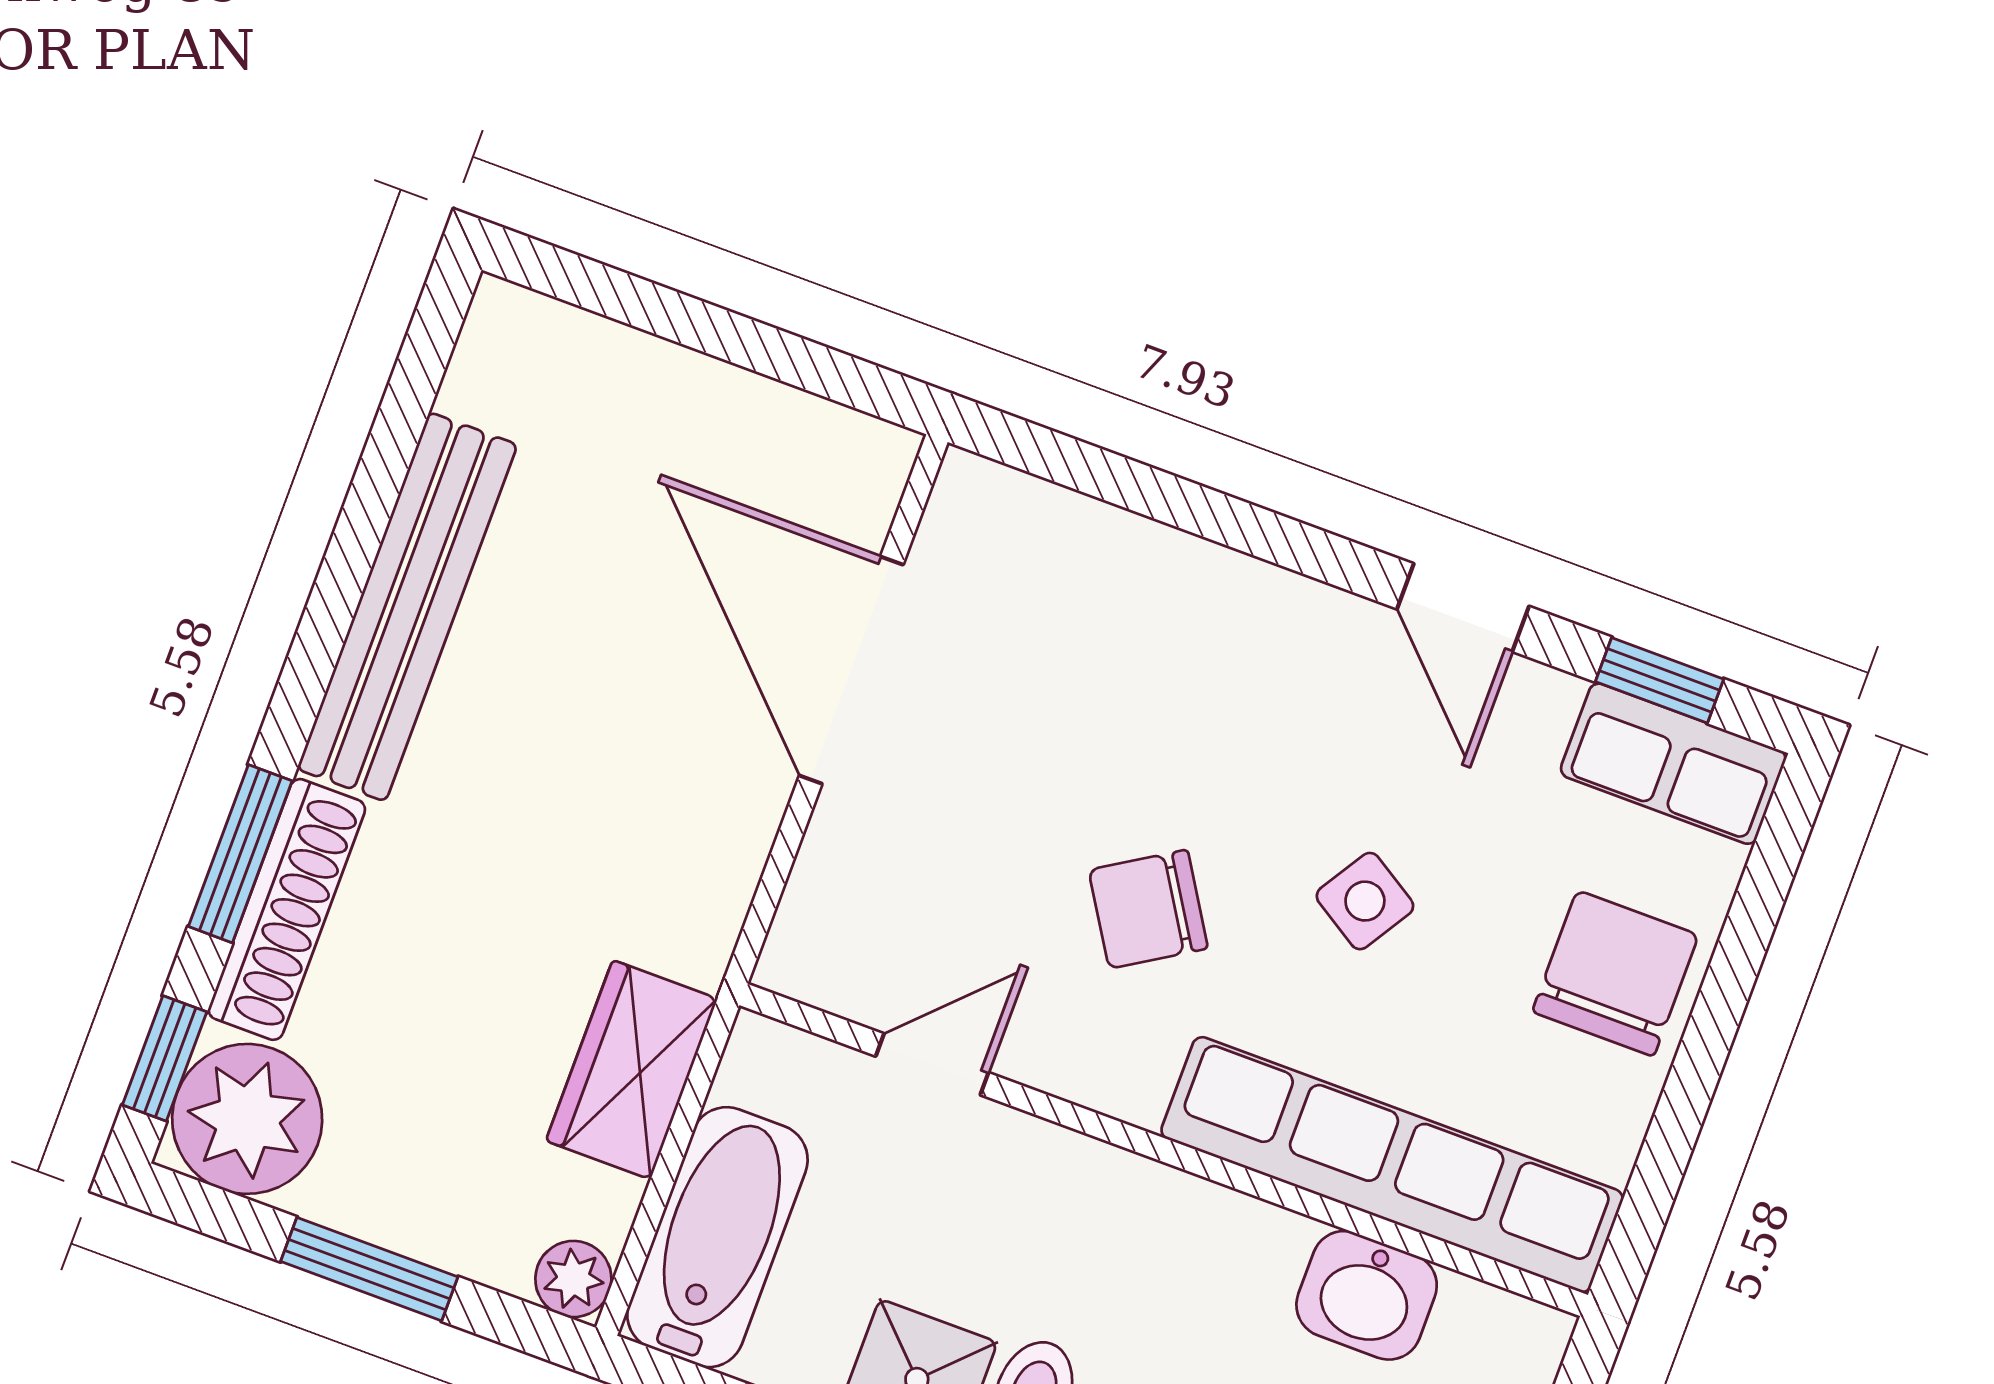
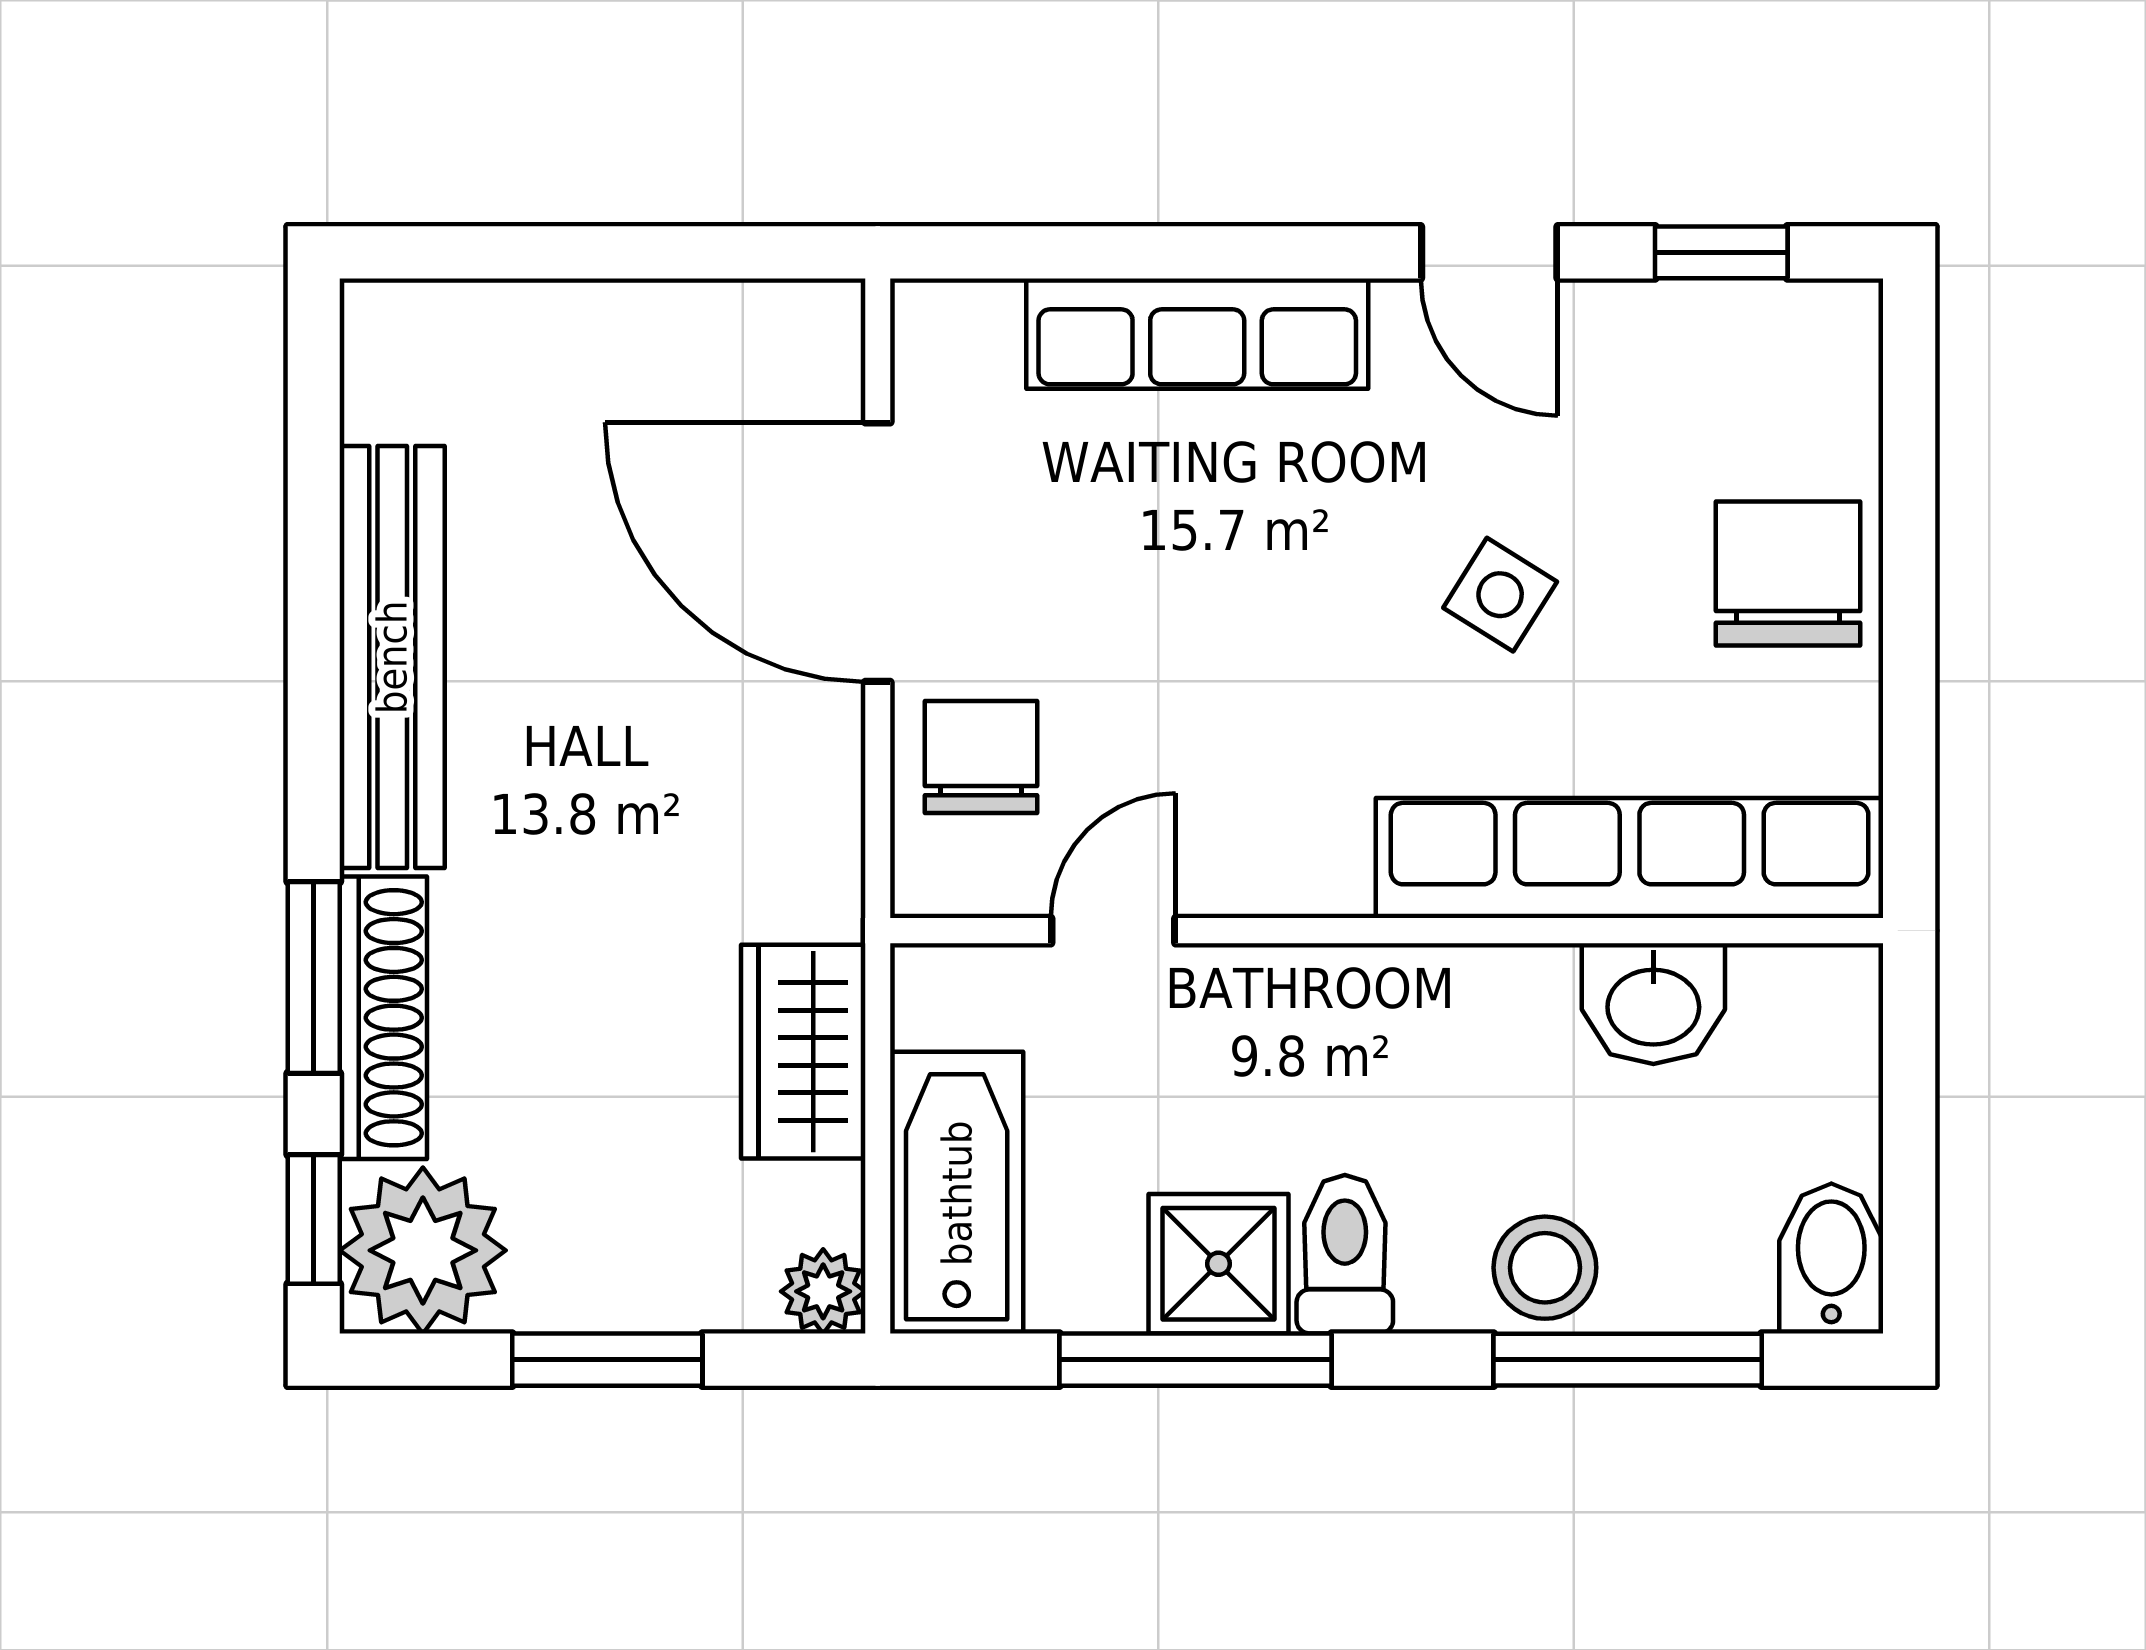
row of seats: (1673, 764) -> (1197, 334), moved, width x1.48
chair: (1148, 909) -> (981, 757), moved, turned 122

